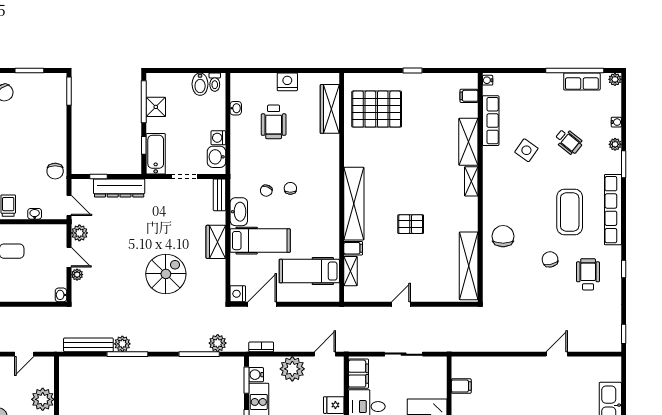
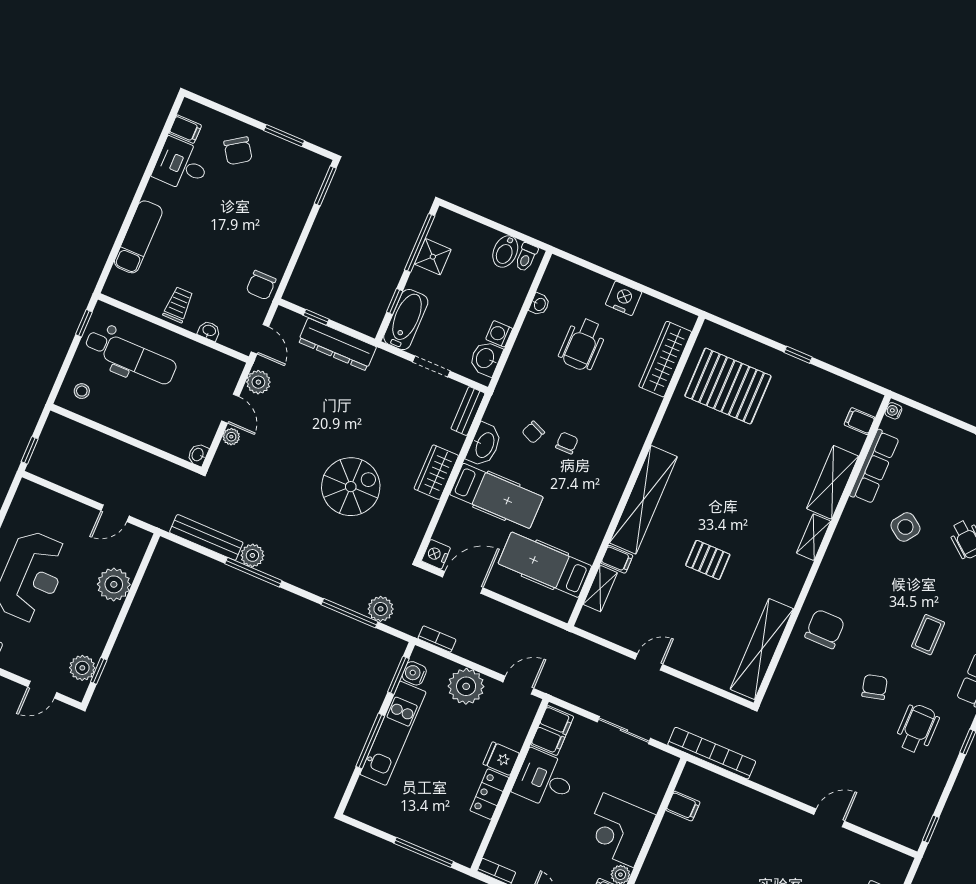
coffee table: (570, 212) -> (928, 635), width x0.54, depth x0.58
bookcase: (465, 345) -> (712, 753), added

